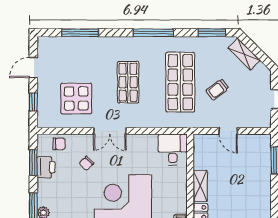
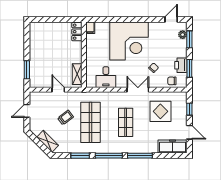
window: (80, 33) -> (140, 156), moved
window: (212, 33) -> (80, 156), moved
freezer: (58, 46) -> (172, 146), added
door: (33, 68) -> (189, 132), hinge flipped
desk: (173, 150) -> (106, 77), moved
shelving: (200, 186) -> (77, 74), moved

